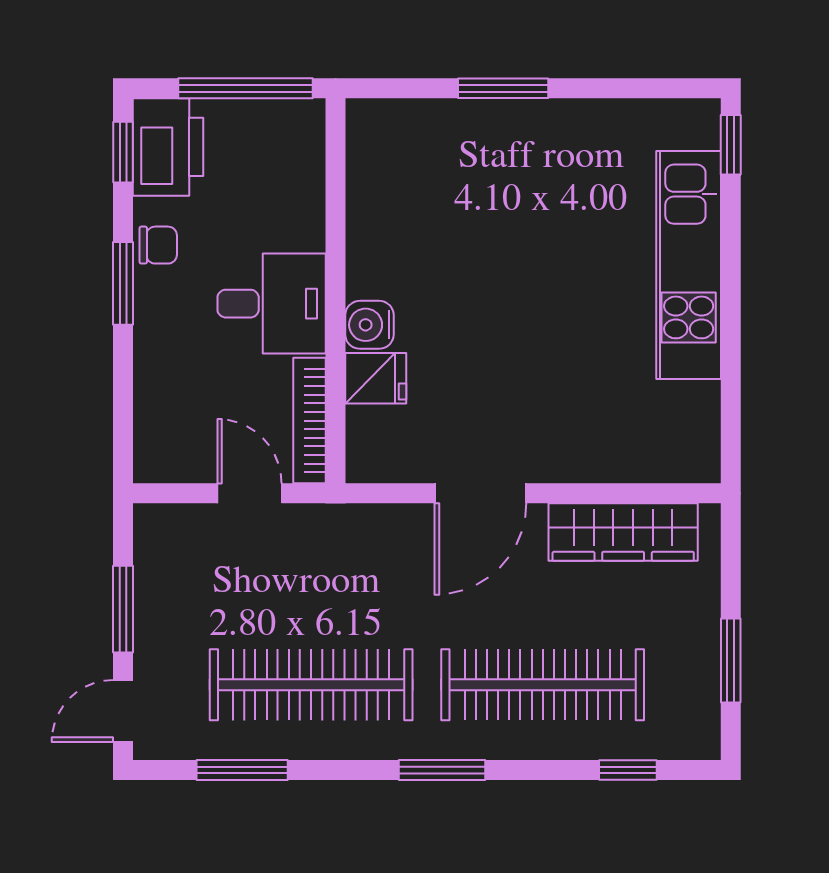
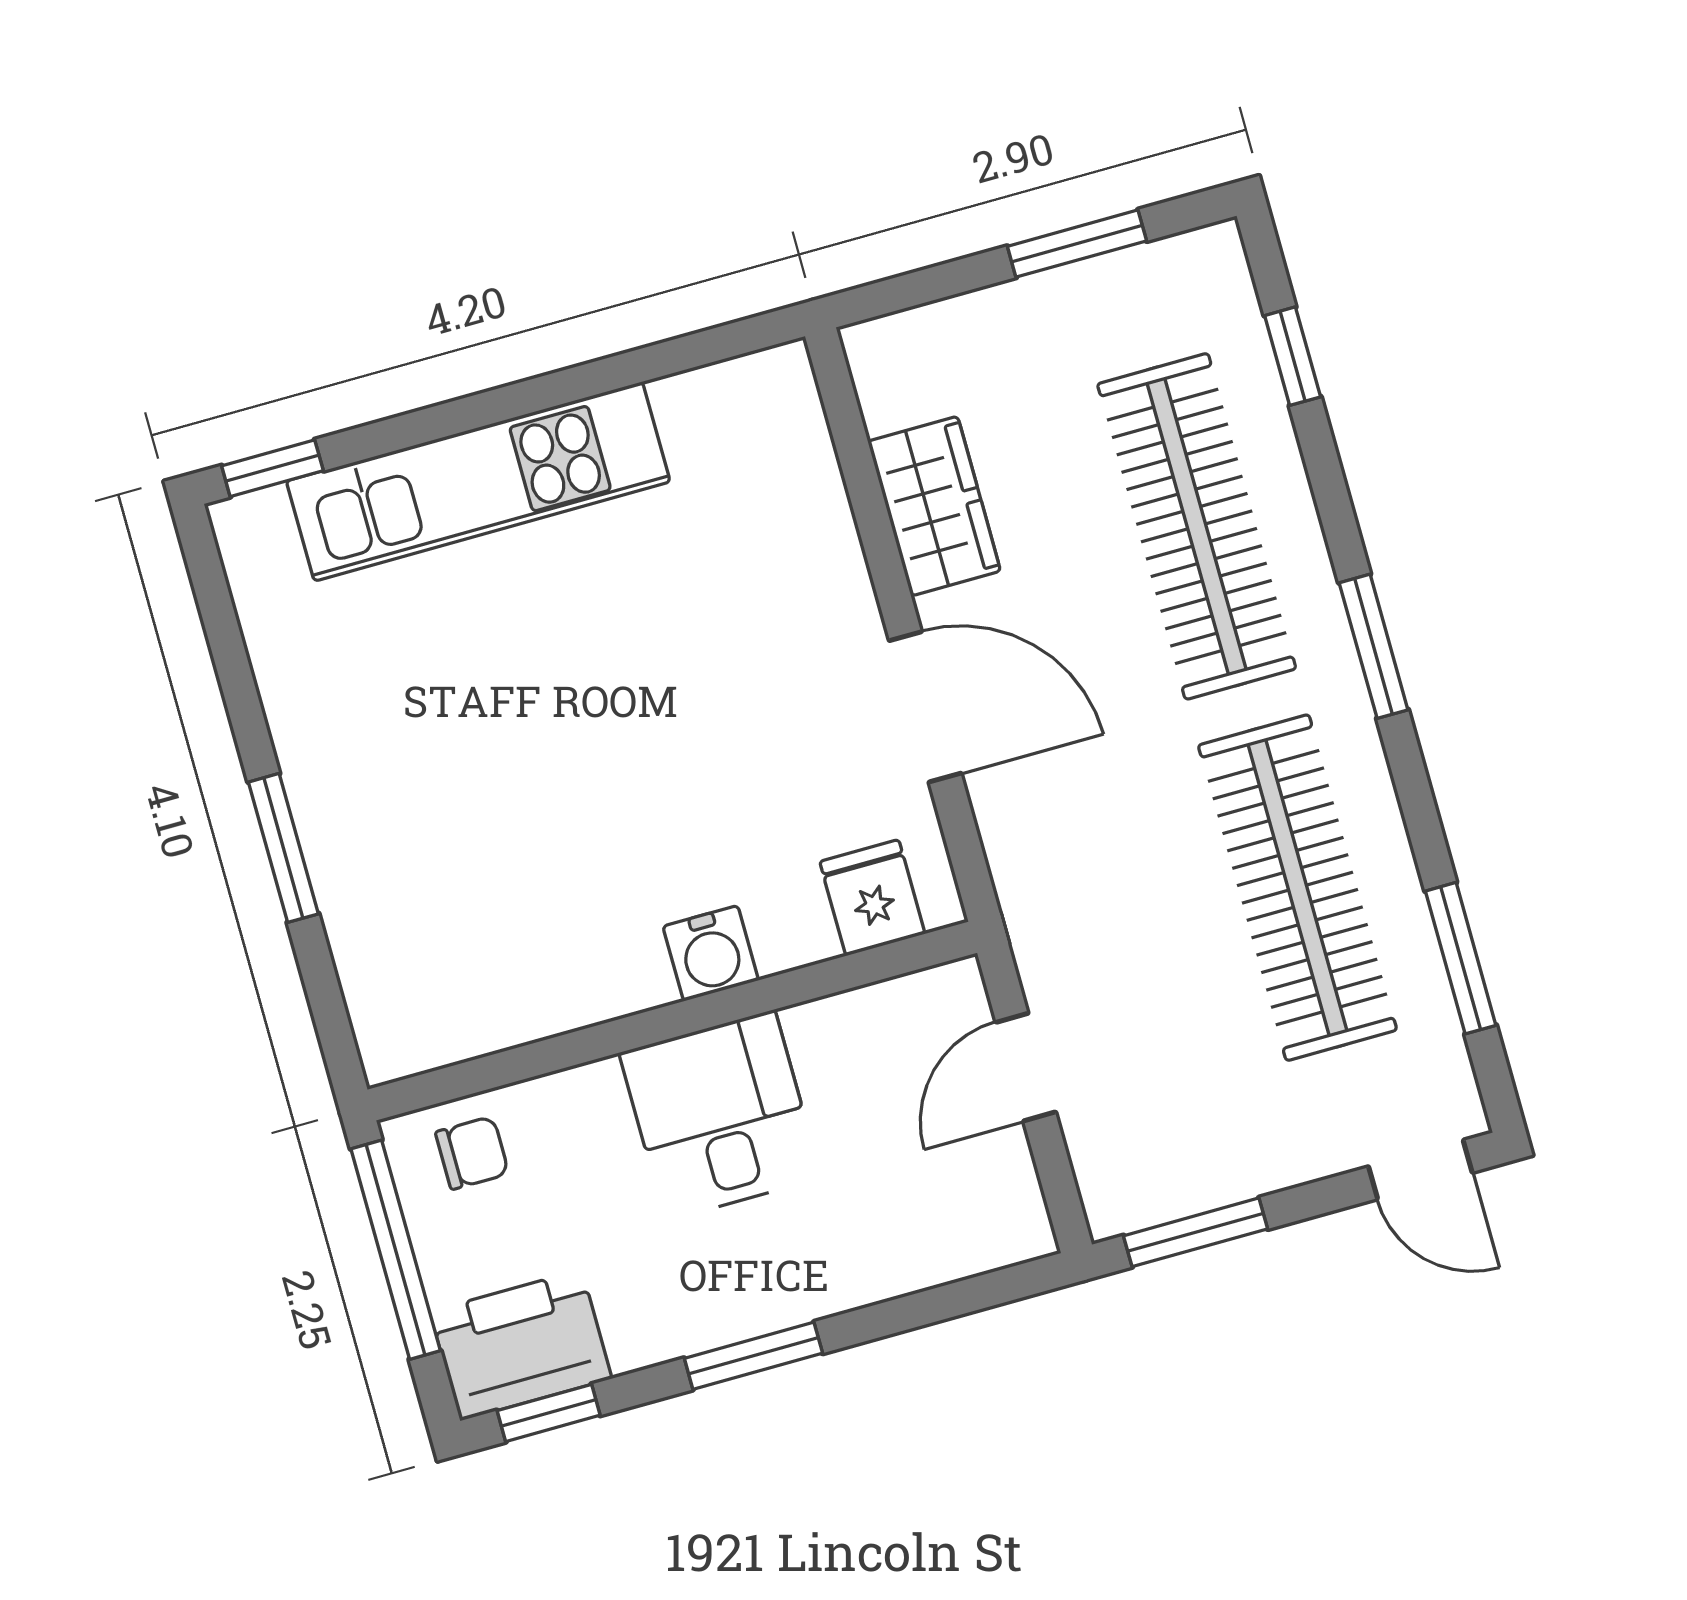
chair: (158, 245) -> (472, 1153), moved, turned 90
fridge: (376, 378) -> (872, 898), moved
bookcase: (310, 421) -> (886, 1005), removed
wardrobe: (623, 532) -> (934, 506), width x0.67
window: (123, 609) -> (1196, 1232), moved

